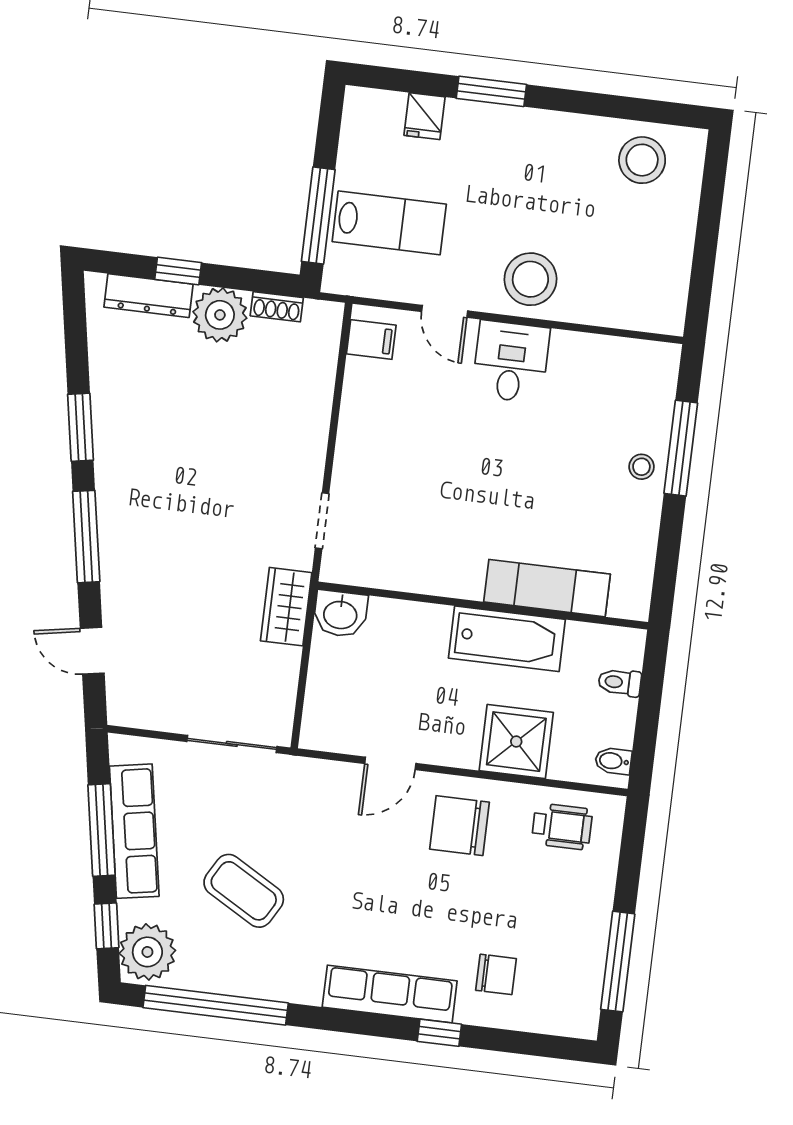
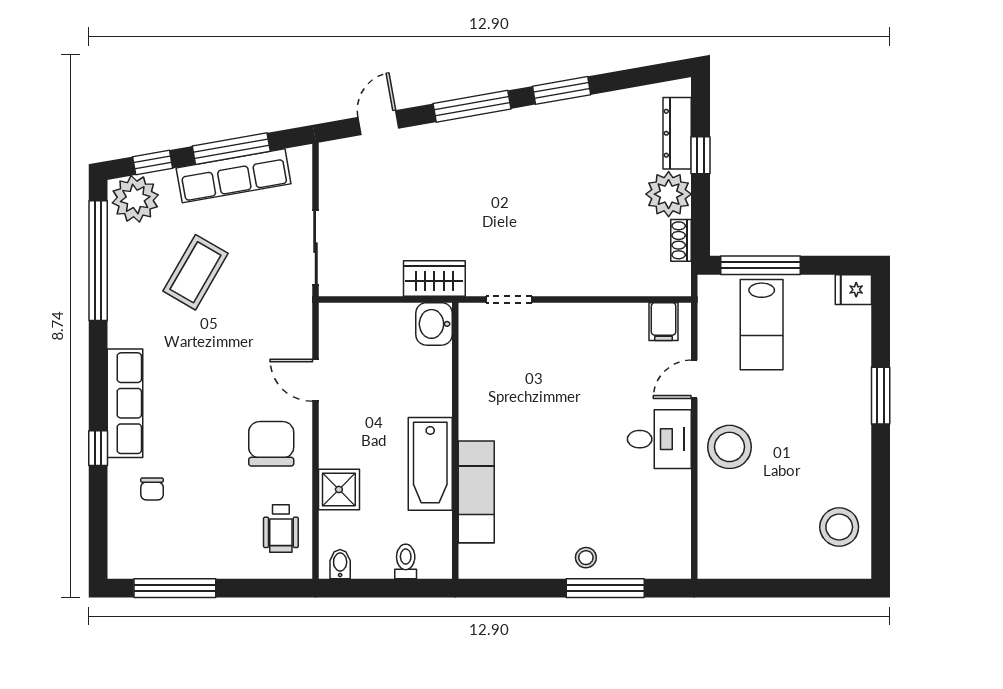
fridge: (425, 116) -> (853, 290), moved
shower: (516, 742) -> (339, 489), width x0.73, depth x0.73
chair: (496, 974) -> (152, 489), width x0.73, depth x0.73

